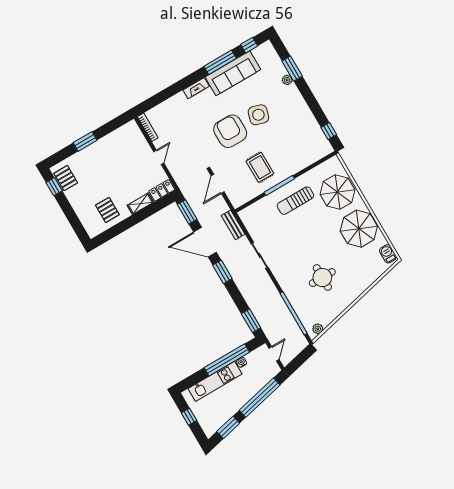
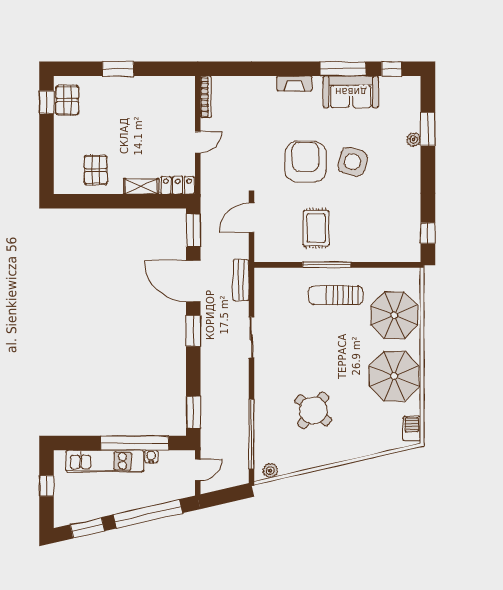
sofa: (233, 73) -> (351, 92), width x0.73
round table: (322, 278) -> (313, 410), turned 38

